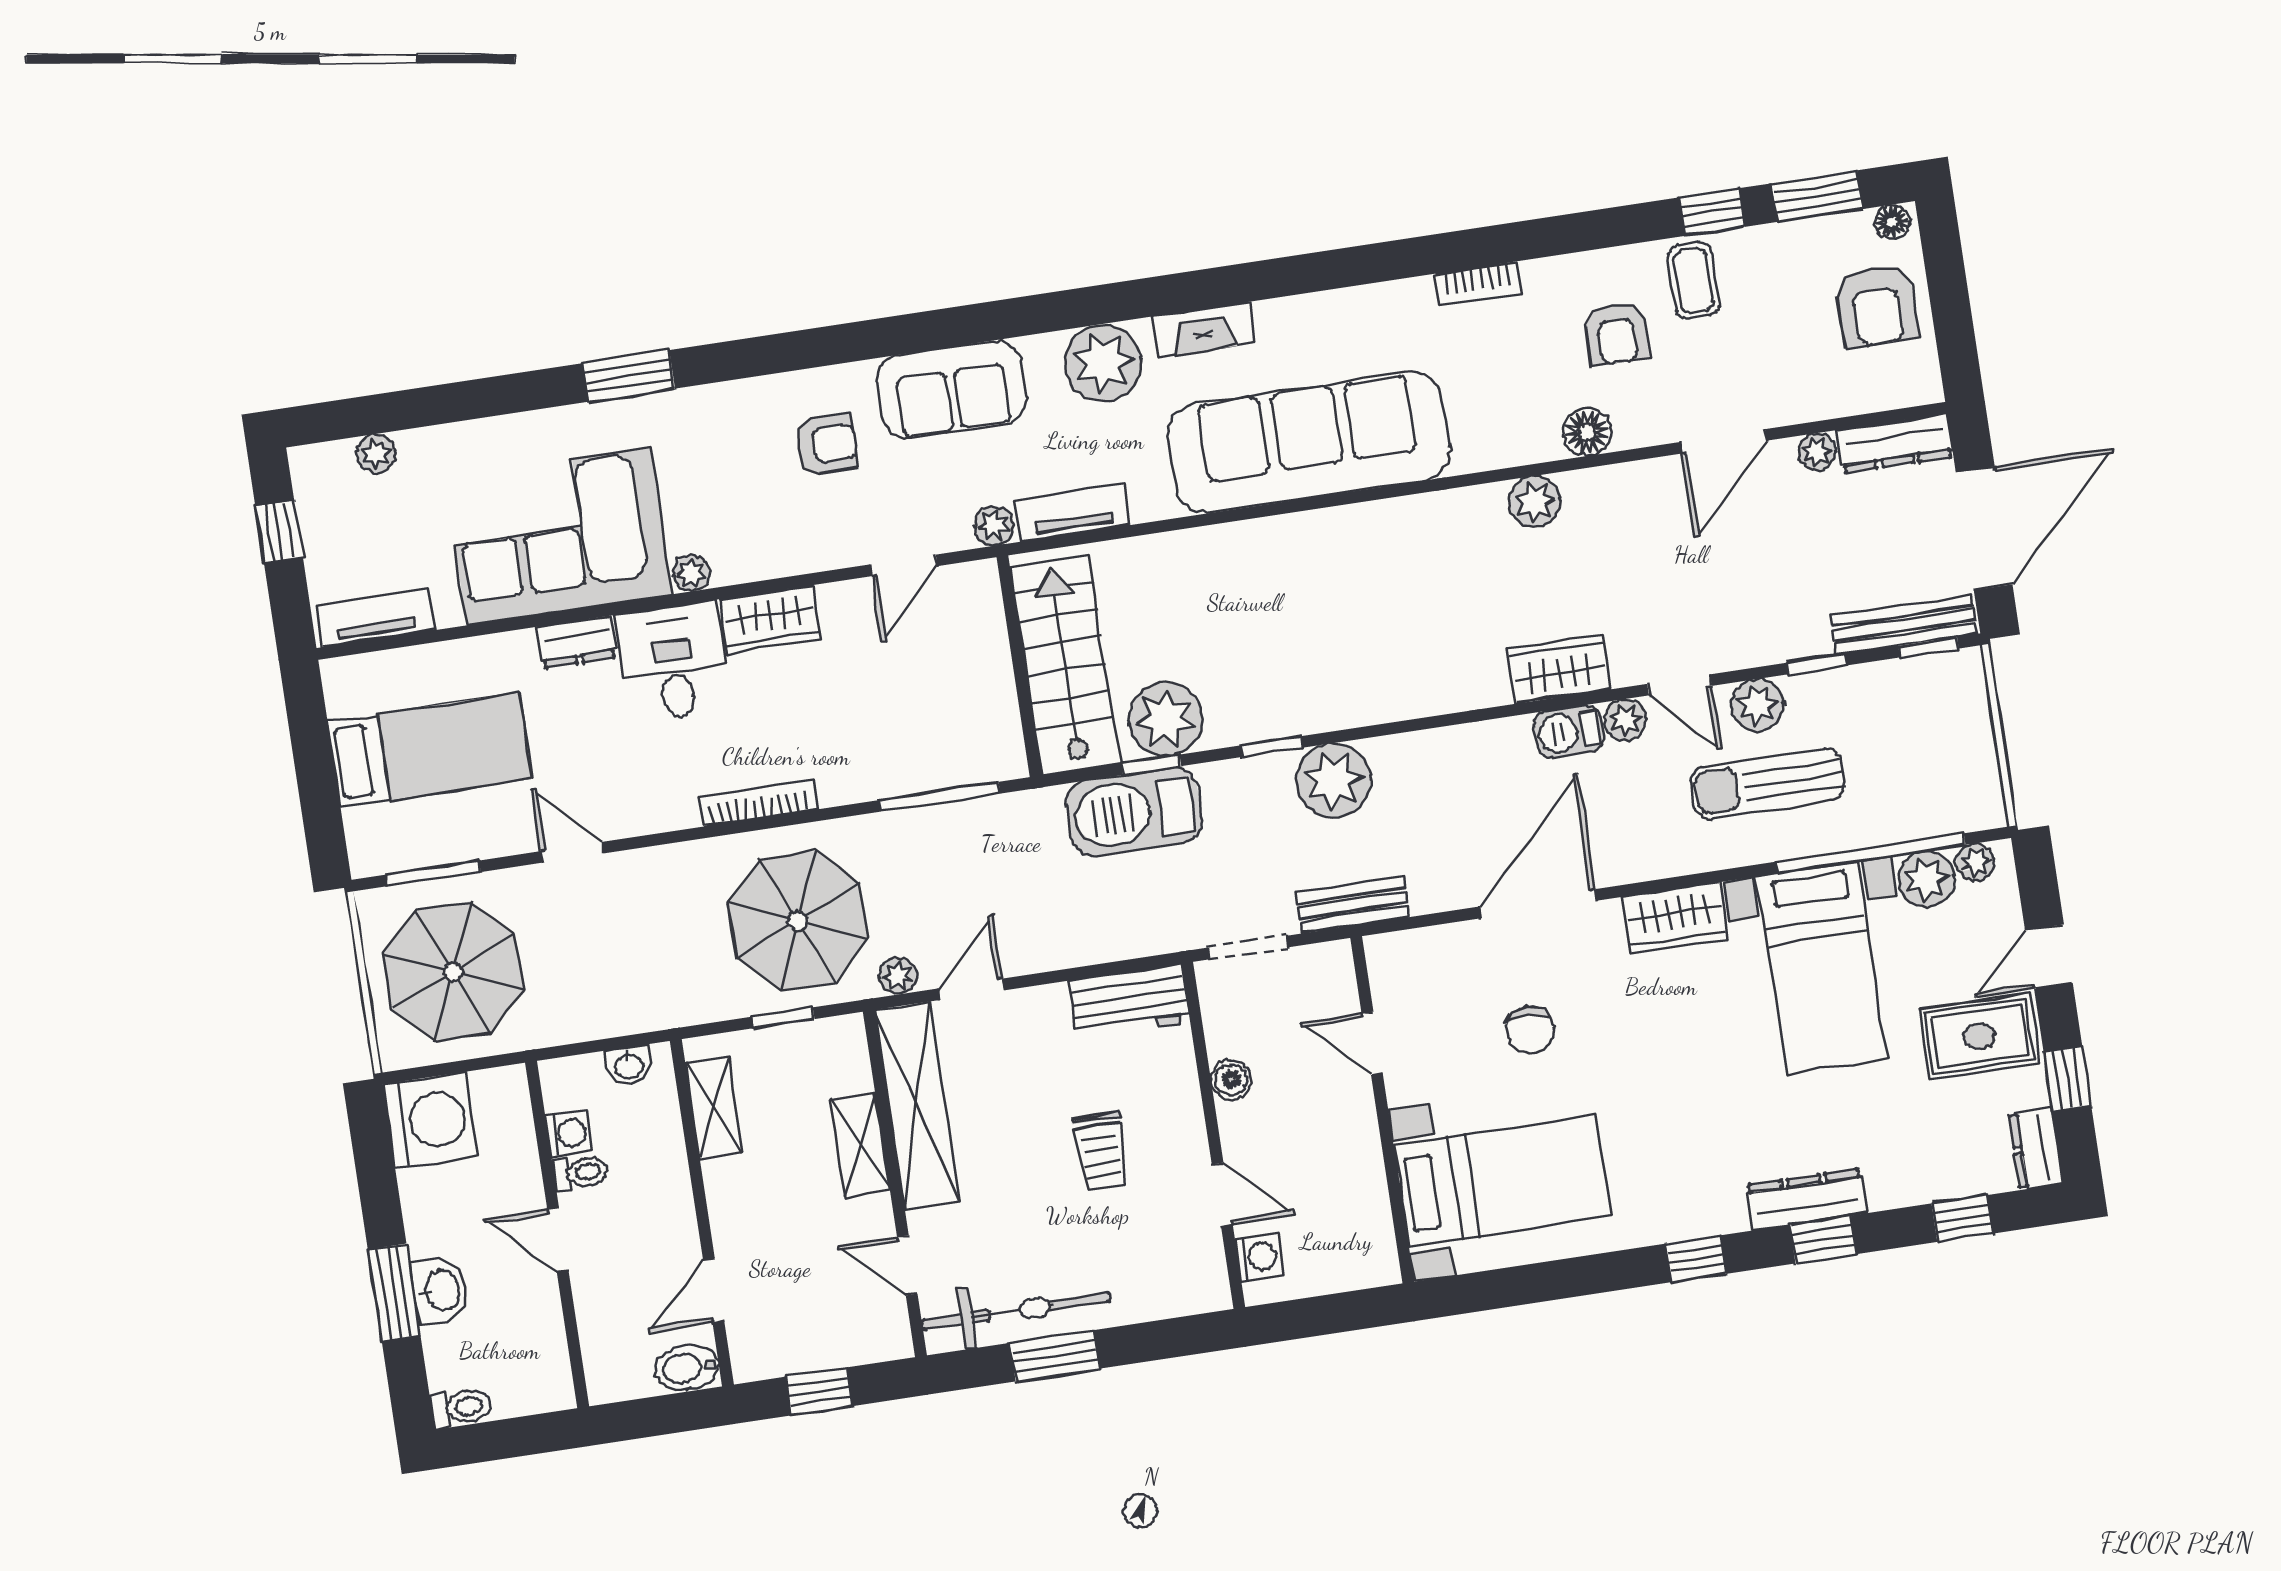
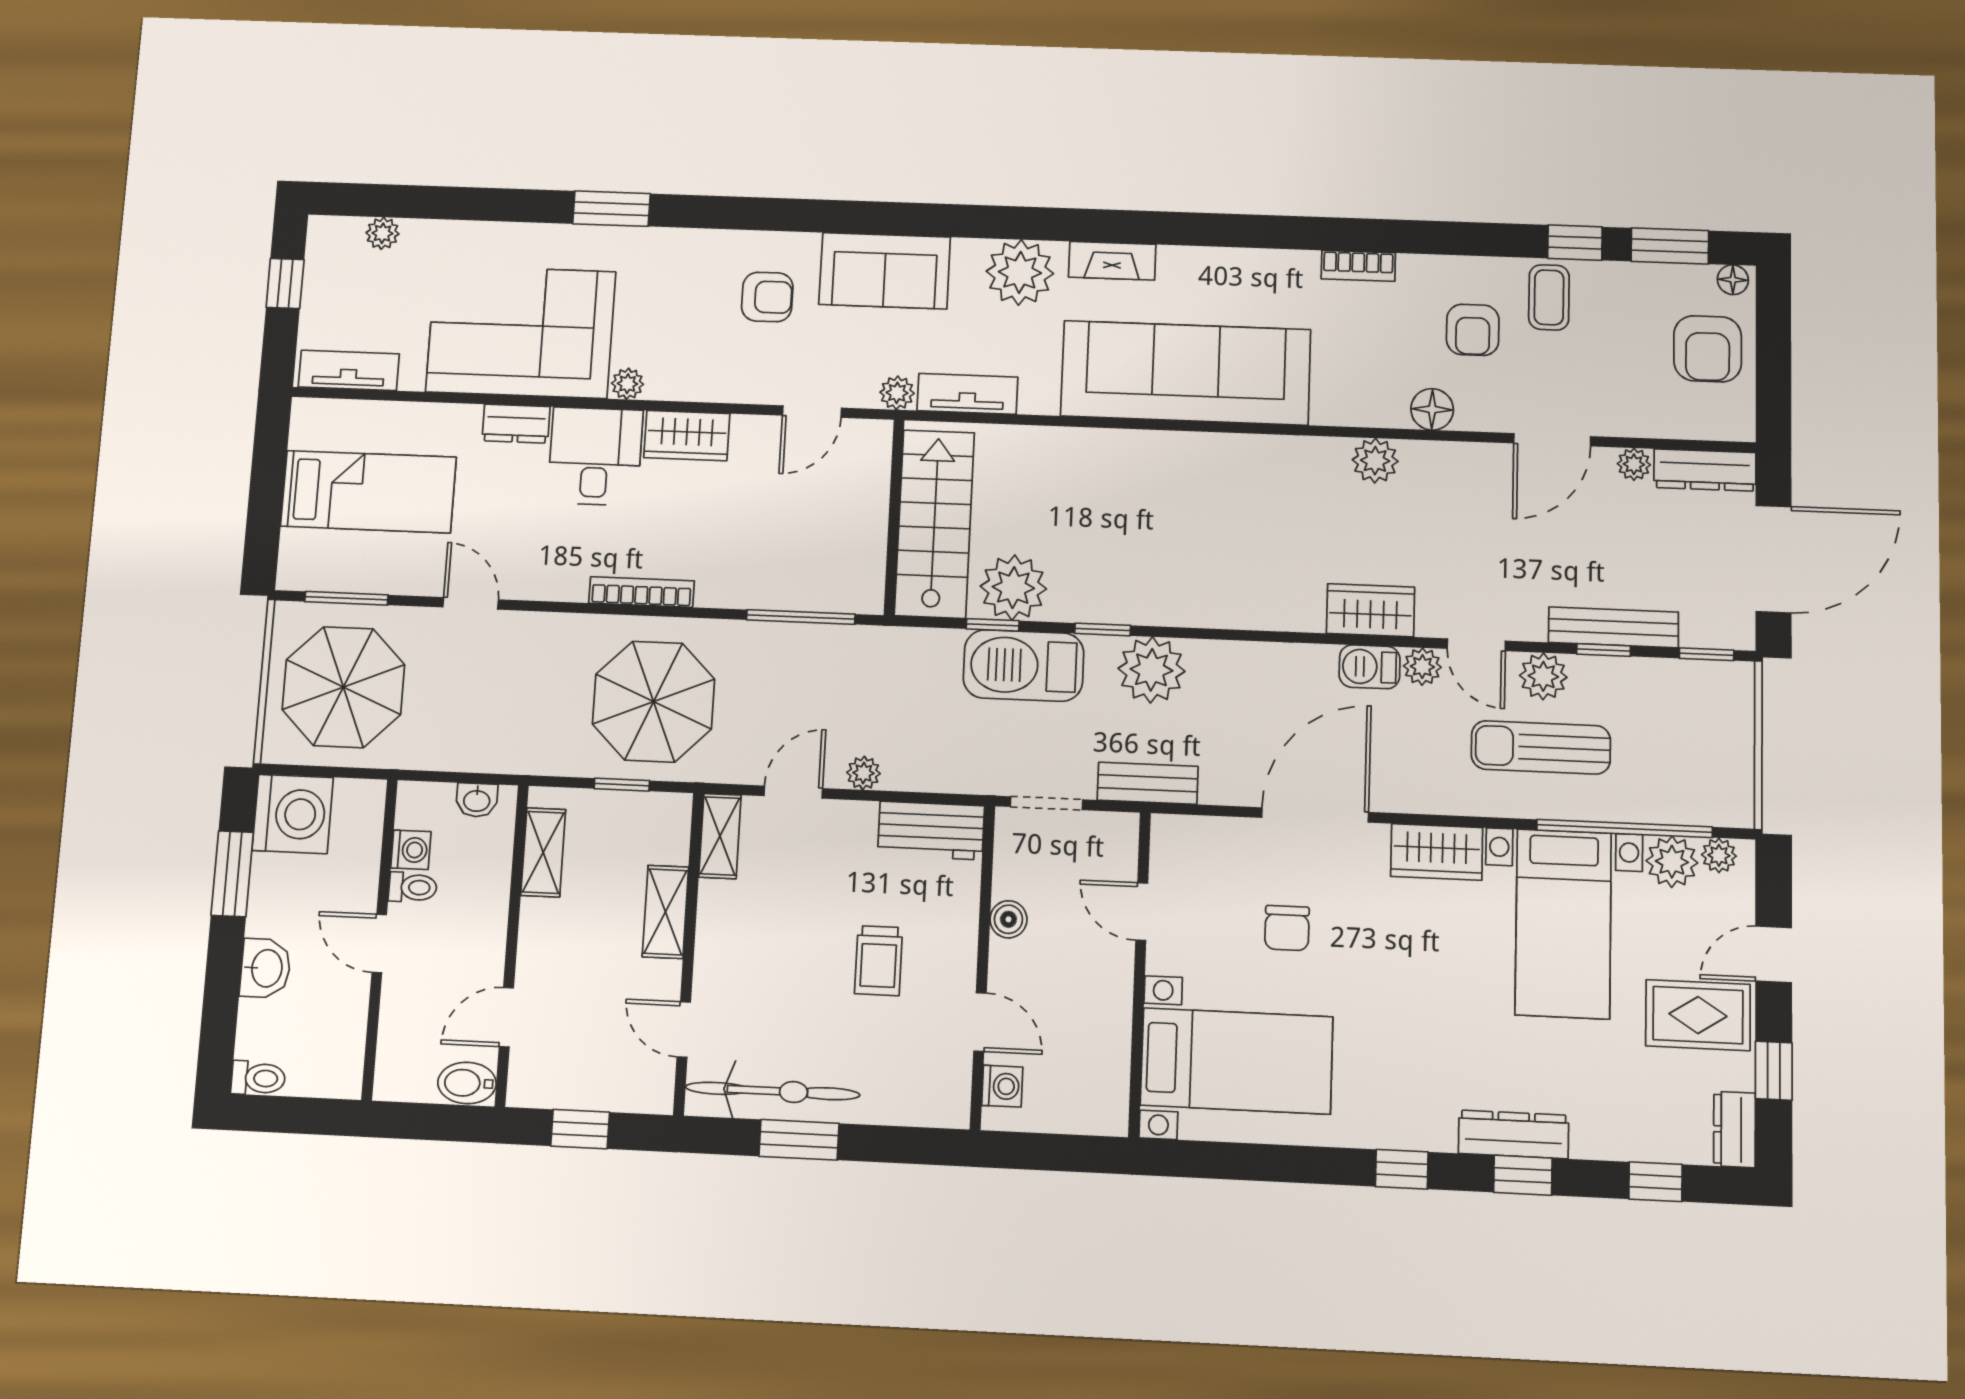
bench: (1904, 625) -> (1613, 627), moved
barbecue: (1134, 812) -> (1023, 665), moved
plant: (898, 976) -> (863, 773), moved
shelving: (917, 1106) -> (720, 836), width x0.45, depth x0.75
window: (394, 1293) -> (232, 874), moved

